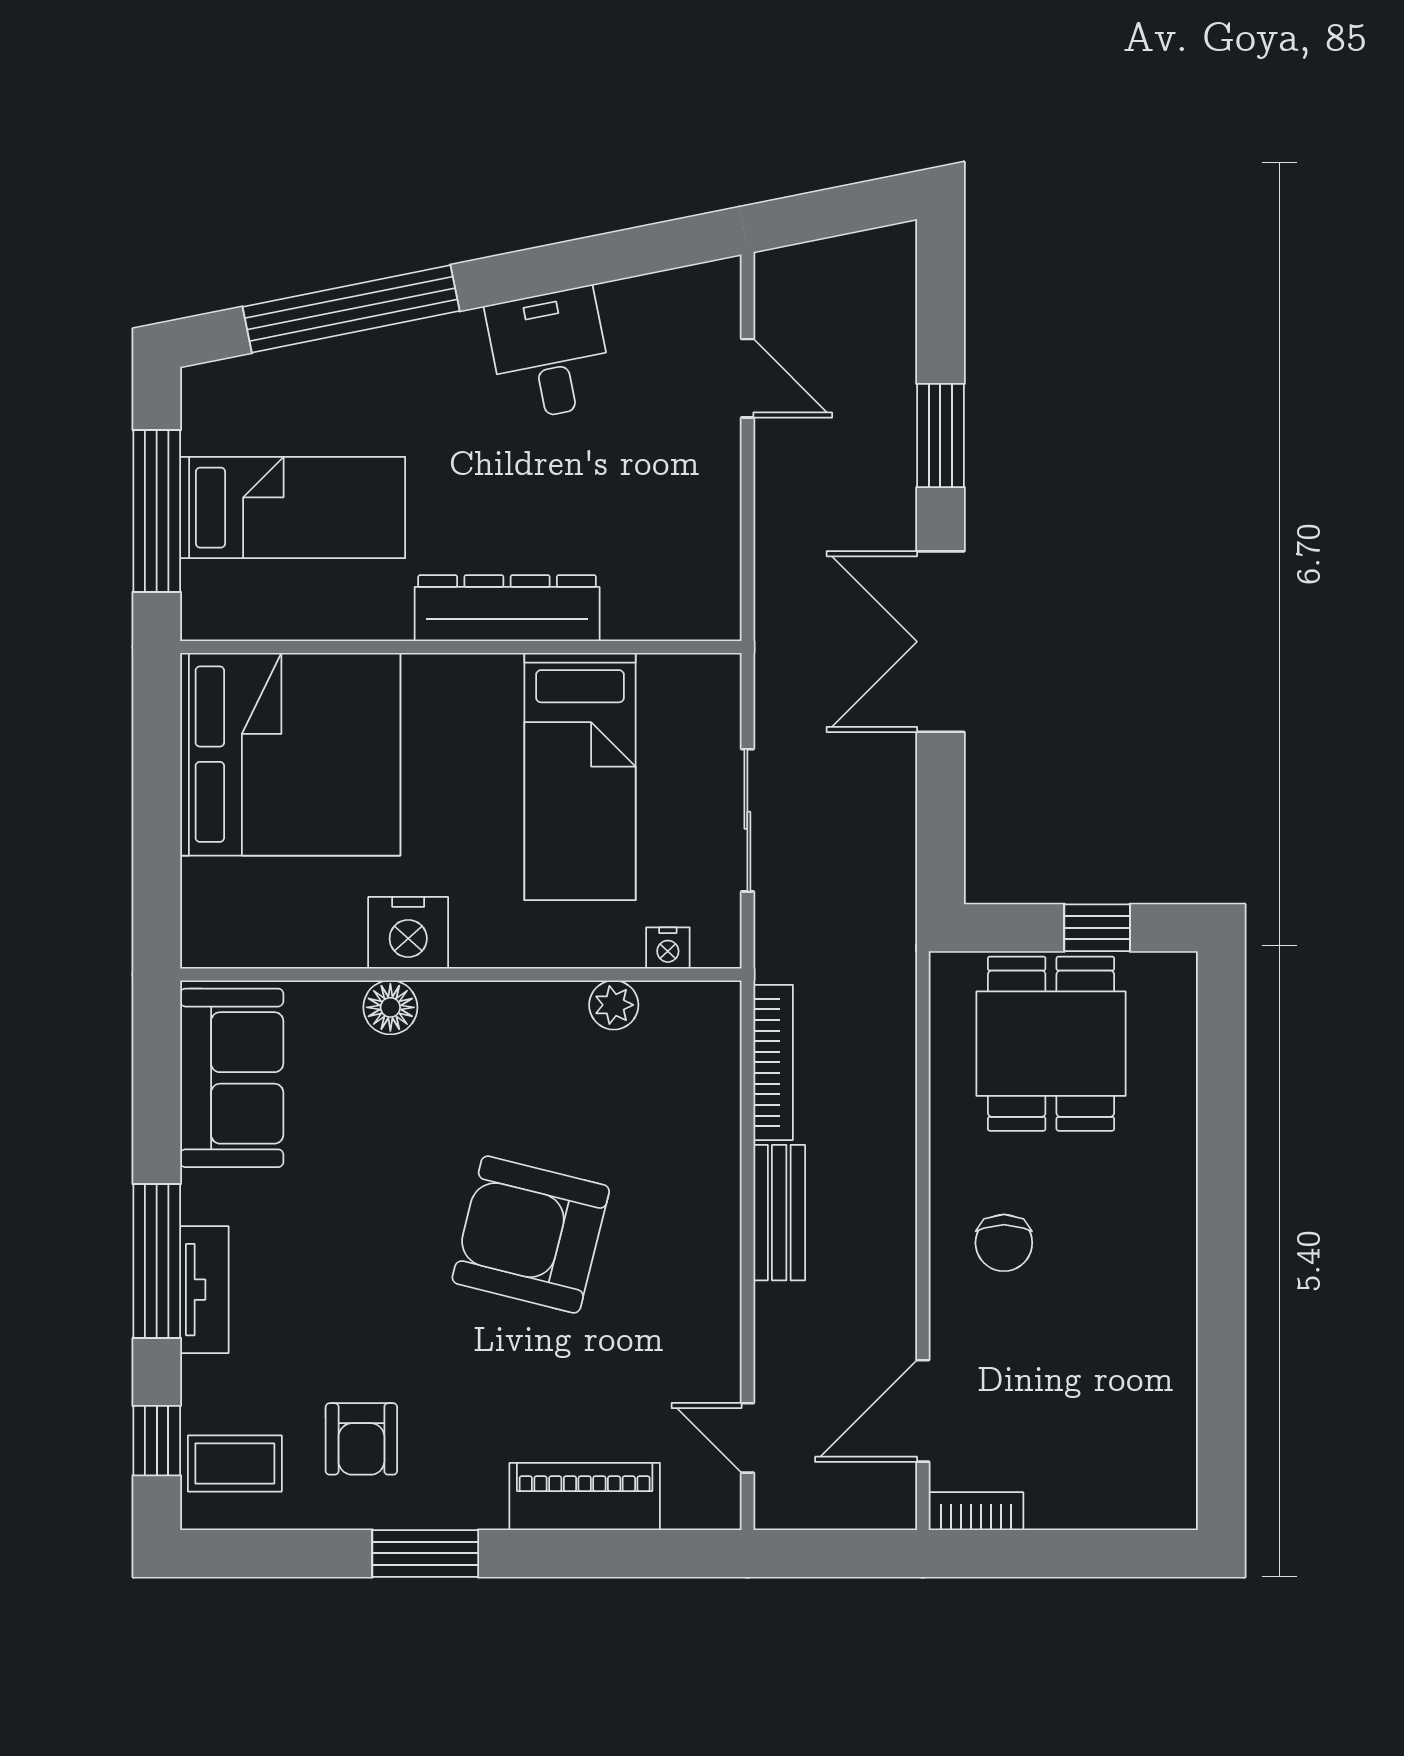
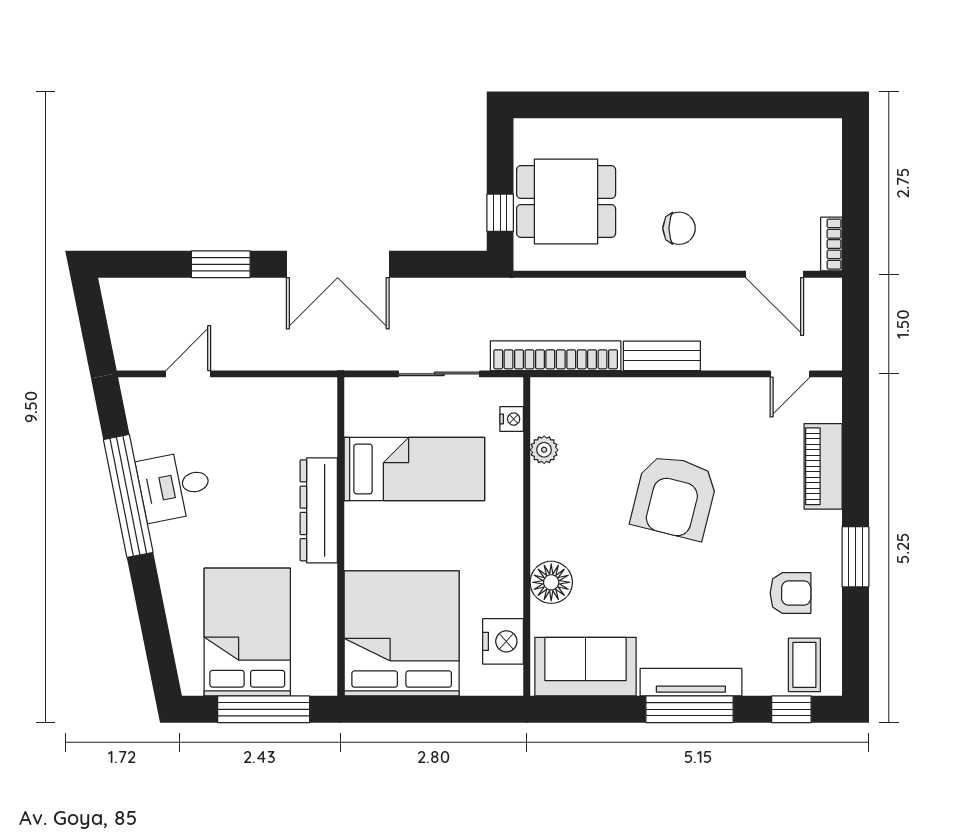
window: (351, 309) -> (128, 496), moved
bed: (293, 508) -> (247, 632), width x1.50
window: (1097, 928) -> (500, 213), moved
nightstand: (408, 933) -> (503, 641), moved
floor lamp: (390, 1007) -> (551, 582), width x1.38, depth x1.38
bookcase: (773, 1062) -> (556, 356), width x1.48, depth x1.31
tv unit: (204, 1290) -> (691, 682), width x1.41

